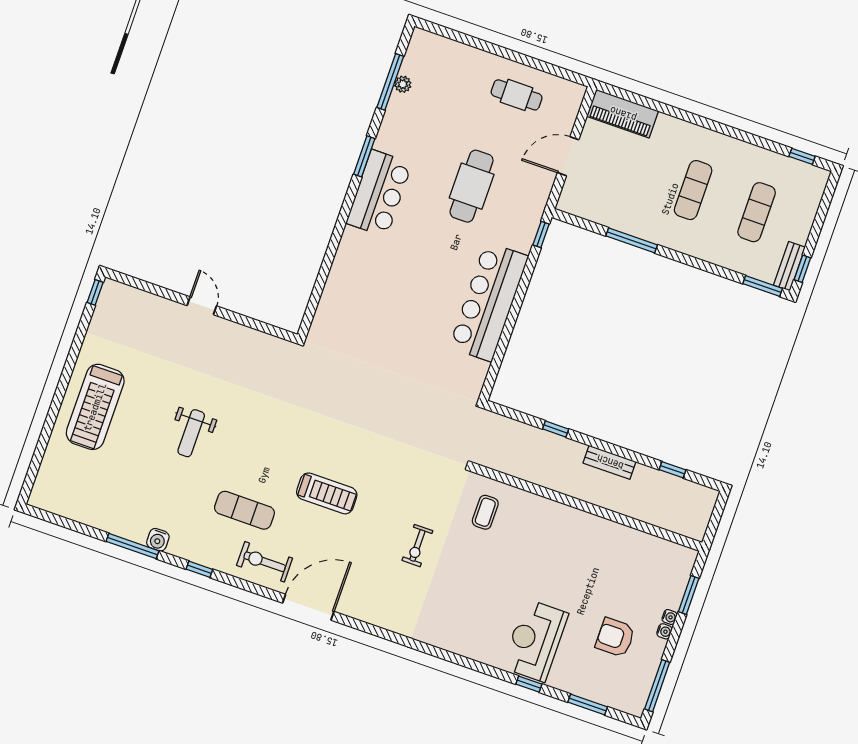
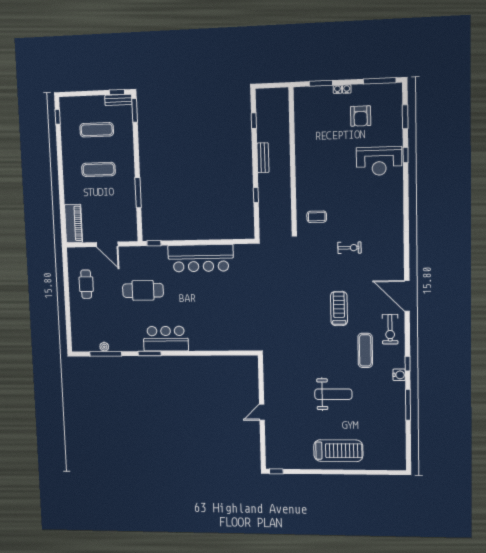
weight bench: (191, 433) -> (333, 394), width x1.36, depth x1.33
water cooler: (158, 540) -> (399, 375), moved

